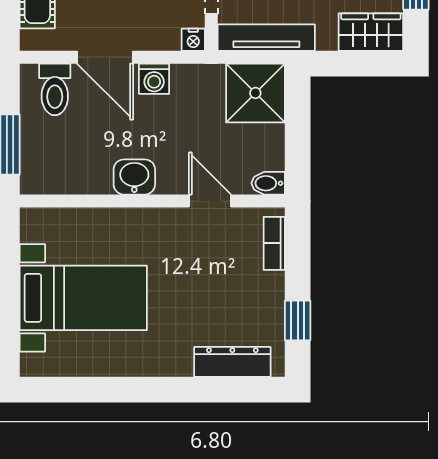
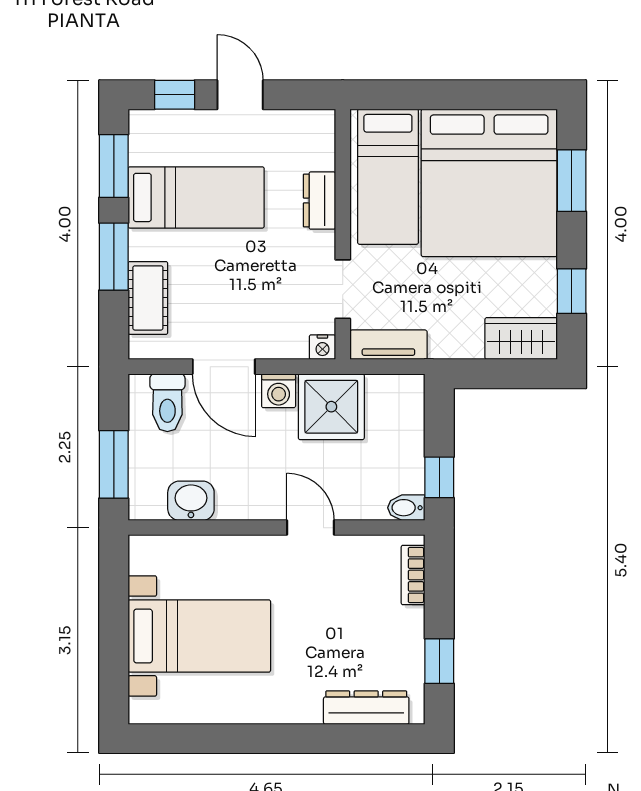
tv unit: (266, 38) -> (388, 345), width x0.71
shower: (255, 93) -> (331, 407), moved
window: (298, 156) -> (439, 477), added
washbasin: (134, 177) -> (191, 501), moved
door: (210, 201) -> (311, 528), moved

